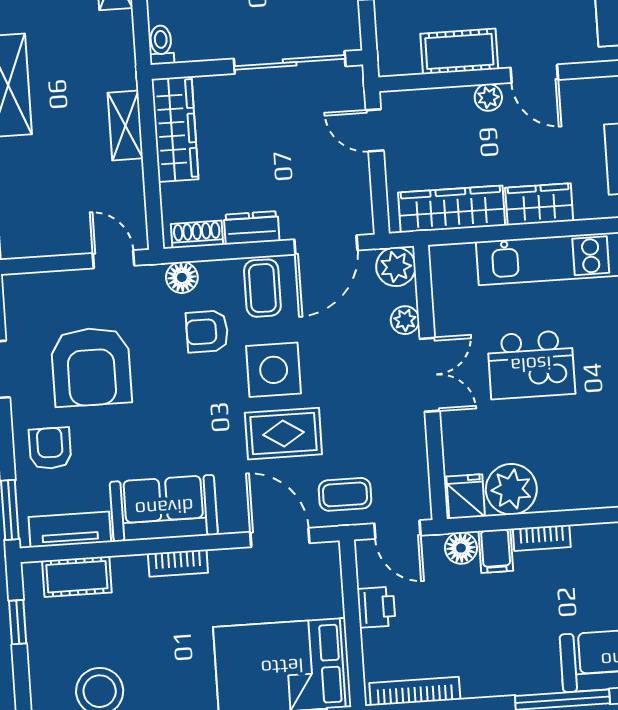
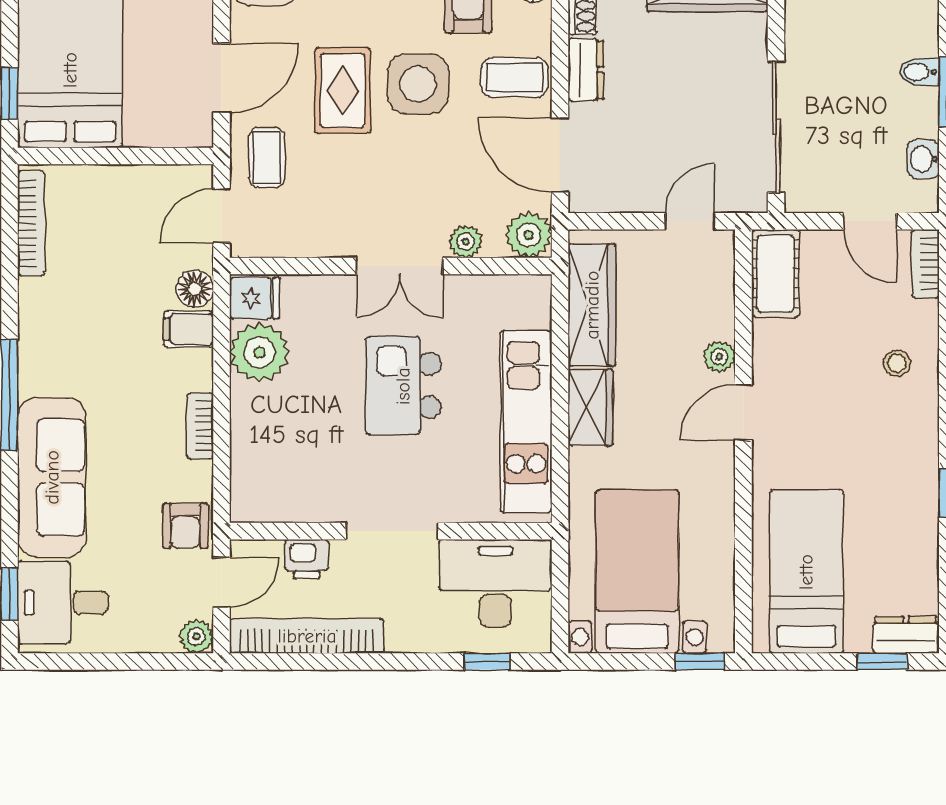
cot: (459, 51) -> (775, 273), moved
bookcase: (542, 538) -> (200, 426), moved
printer: (376, 607) -> (132, 185), removed

